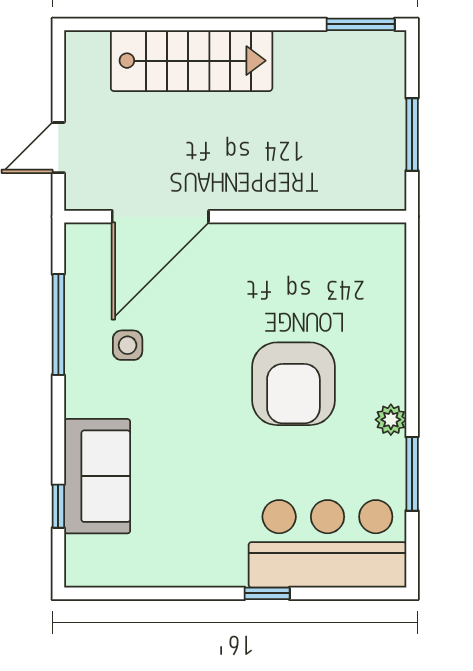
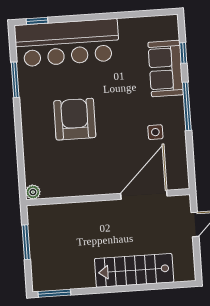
window: (58, 324) -> (187, 106), moved
plant: (391, 420) -> (33, 192), moved
bar counter: (327, 544) -> (67, 43), width x1.36
window: (267, 593) -> (37, 21), moved

